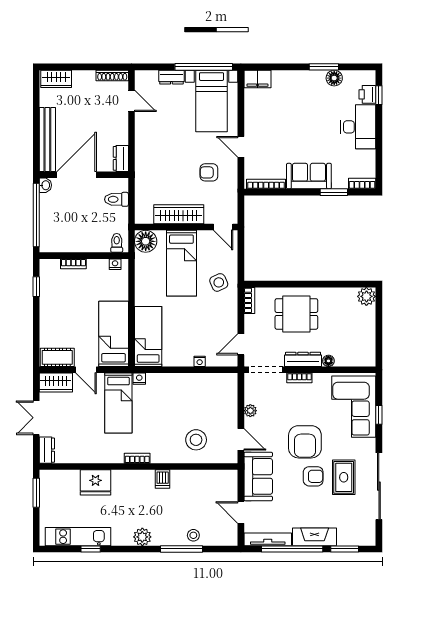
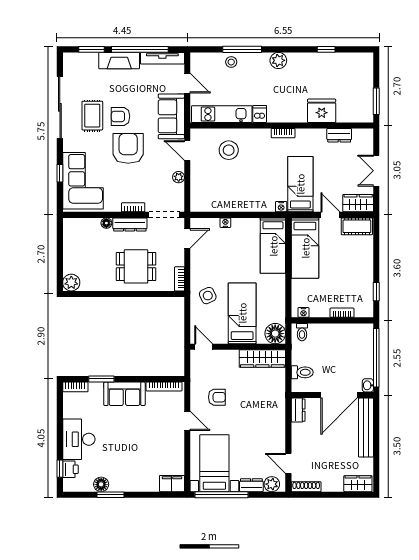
plant: (149, 78) -> (272, 484), added
wardrobe: (179, 214) -> (262, 359), moved
double door: (36, 418) -> (376, 171), swing flipped
dresser: (47, 450) -> (339, 135), moved, turned -90
kitchen unit: (78, 537) -> (222, 114), moved, turned 180

